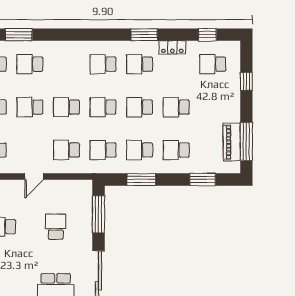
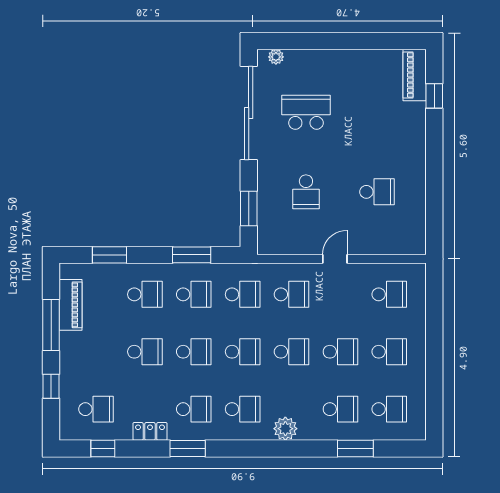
plant: (71, 50) -> (285, 429), added
window: (246, 141) -> (51, 325), moved
window: (98, 214) -> (249, 209), width x0.69

